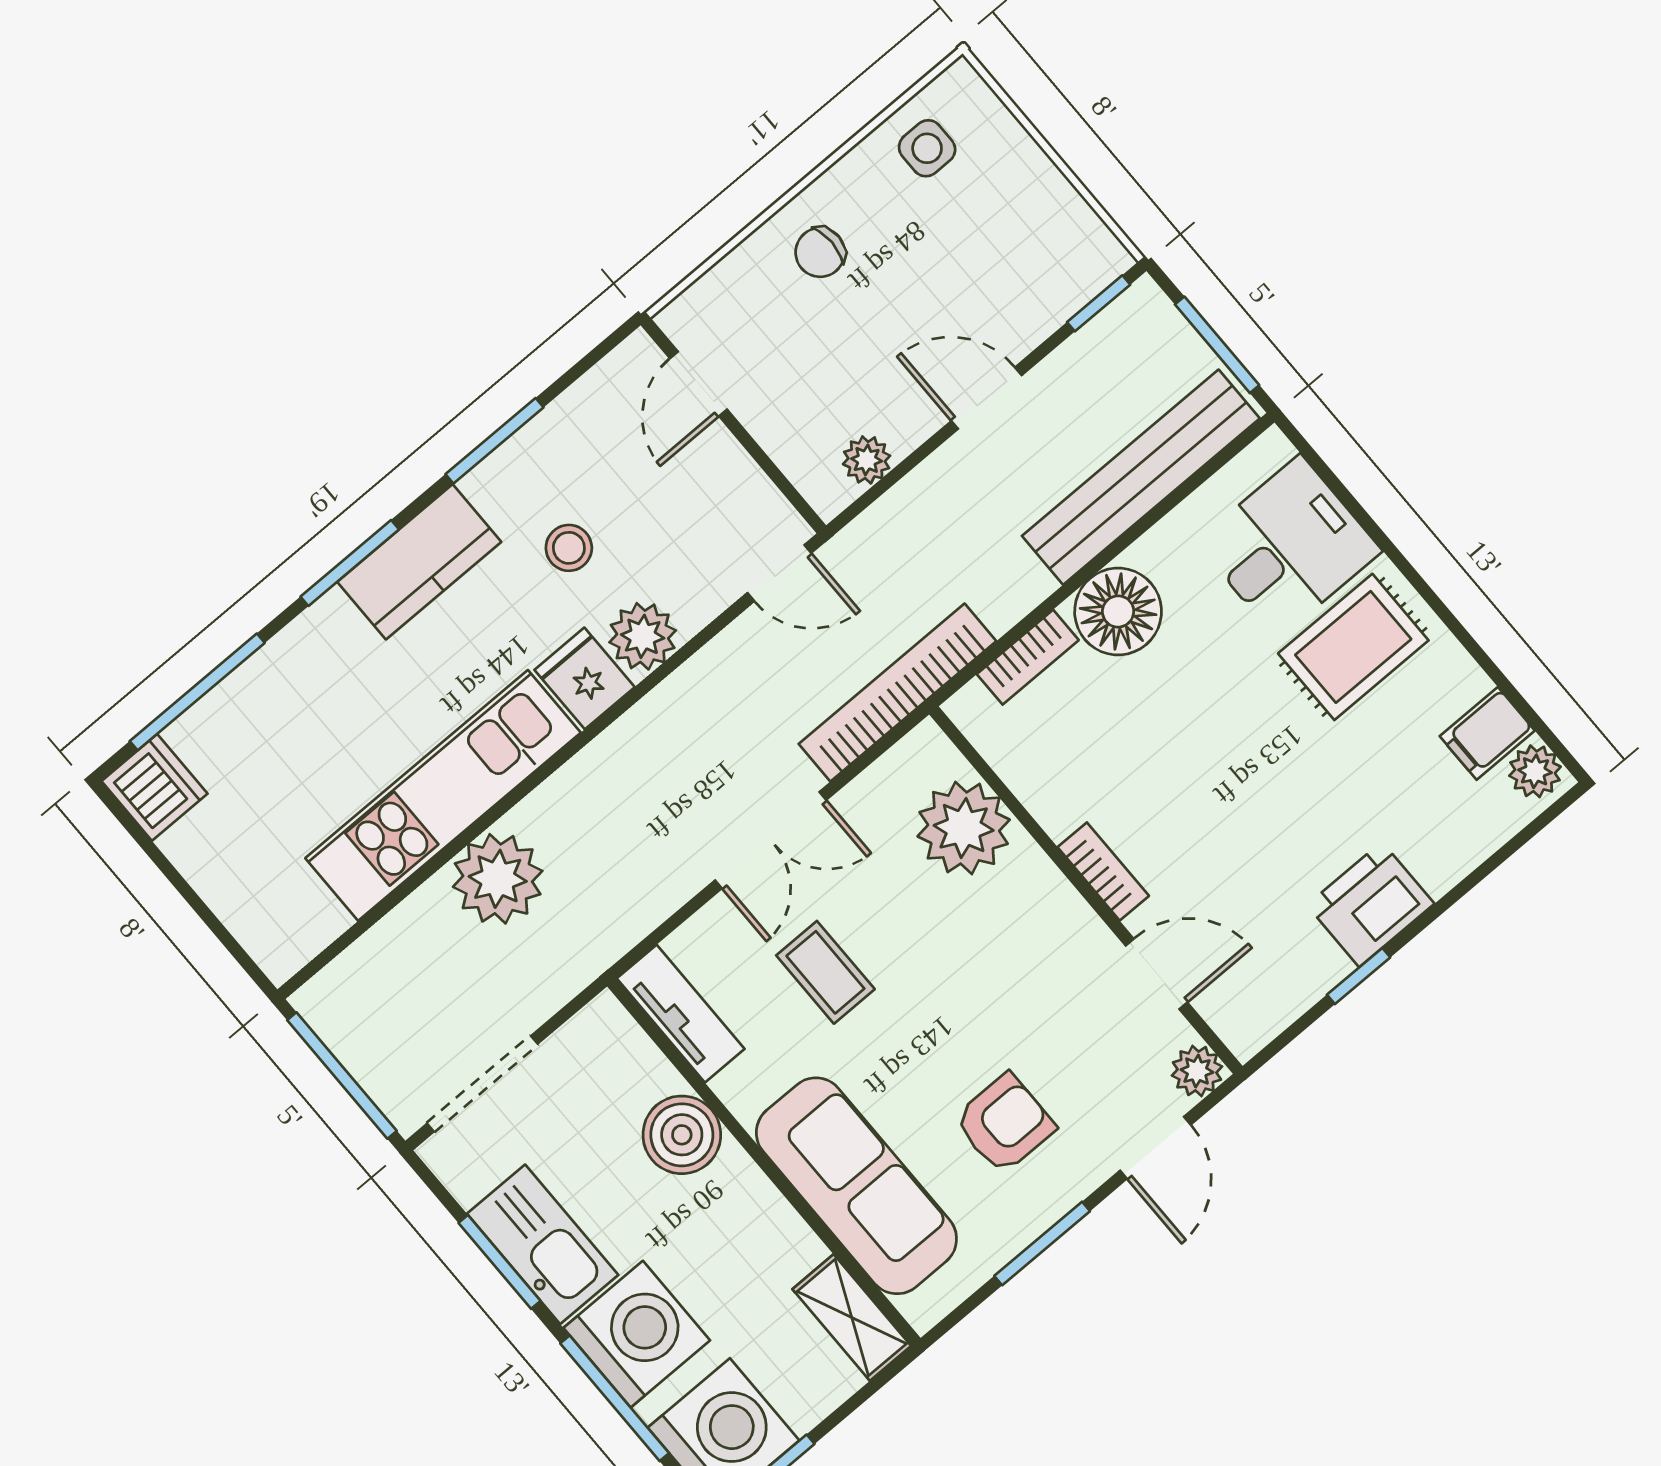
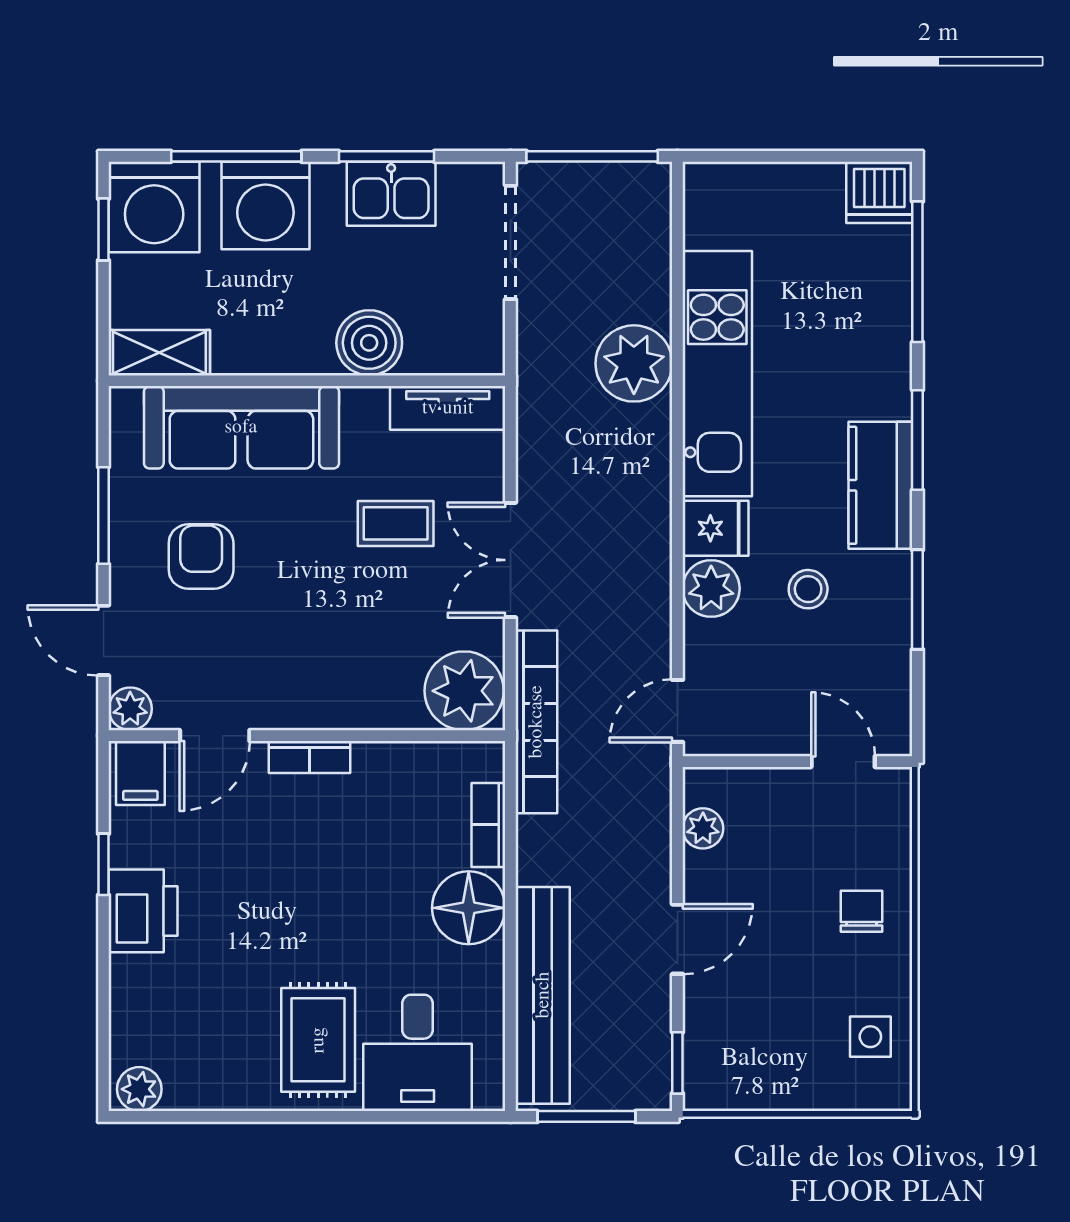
filing cabinet: (1487, 733) -> (140, 773), moved, turned 180
plant: (964, 828) -> (464, 691), moved
armchair: (1004, 1123) -> (201, 556), turned 180
kitchen sink: (543, 1244) -> (391, 194), width x0.73

